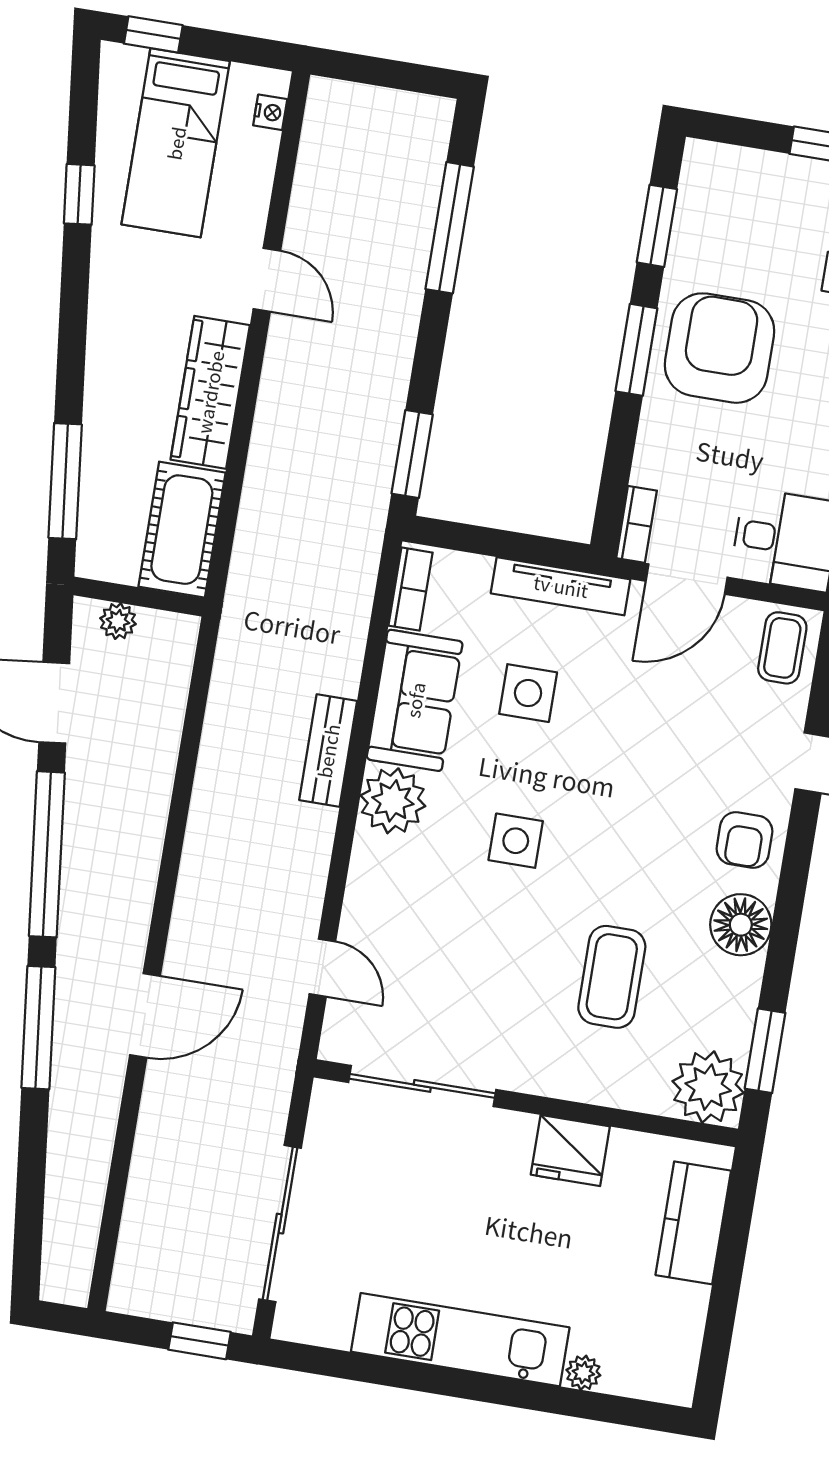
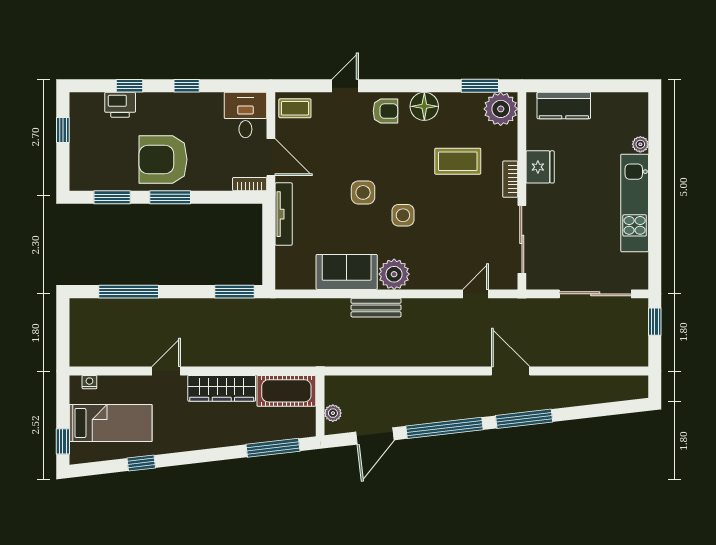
bookcase: (411, 589) -> (510, 179), moved, turned -90
side table: (528, 693) -> (363, 192), moved

